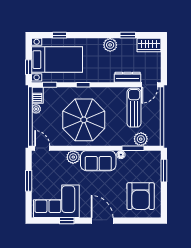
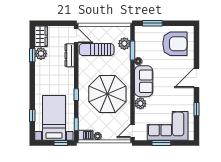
plant: (110, 45) -> (41, 54), moved
corner sofa: (56, 201) -> (168, 126), moved, turned 90

